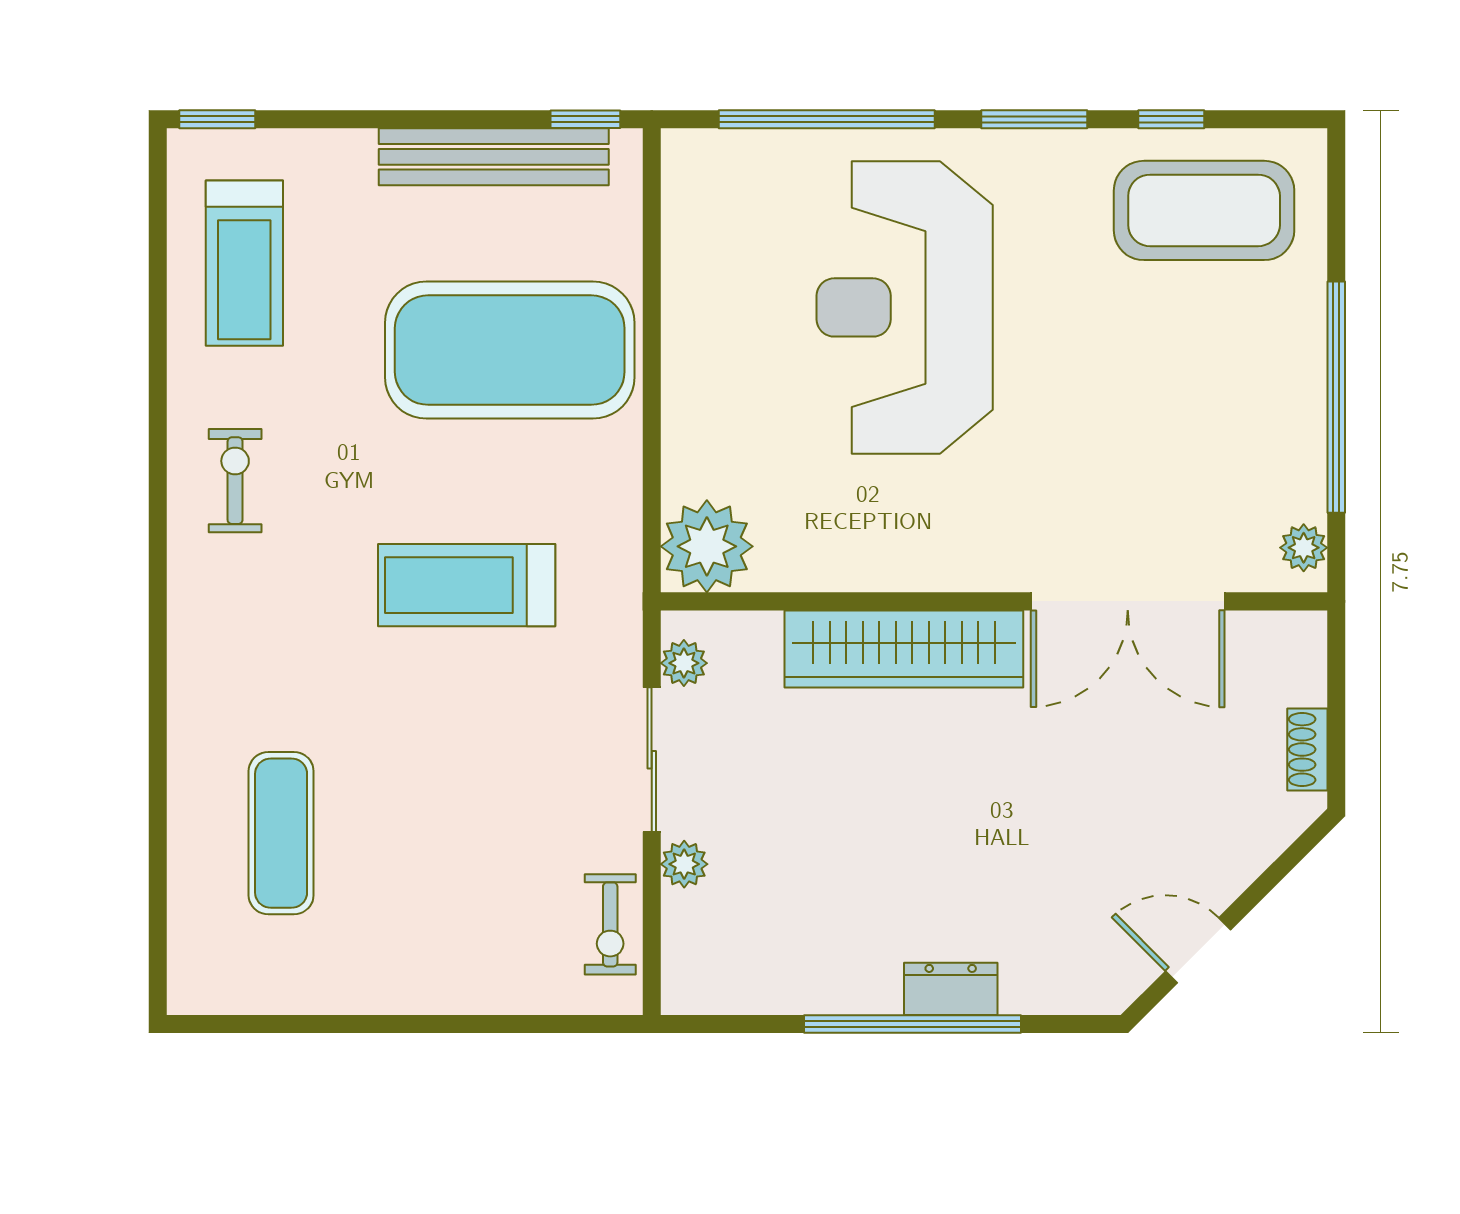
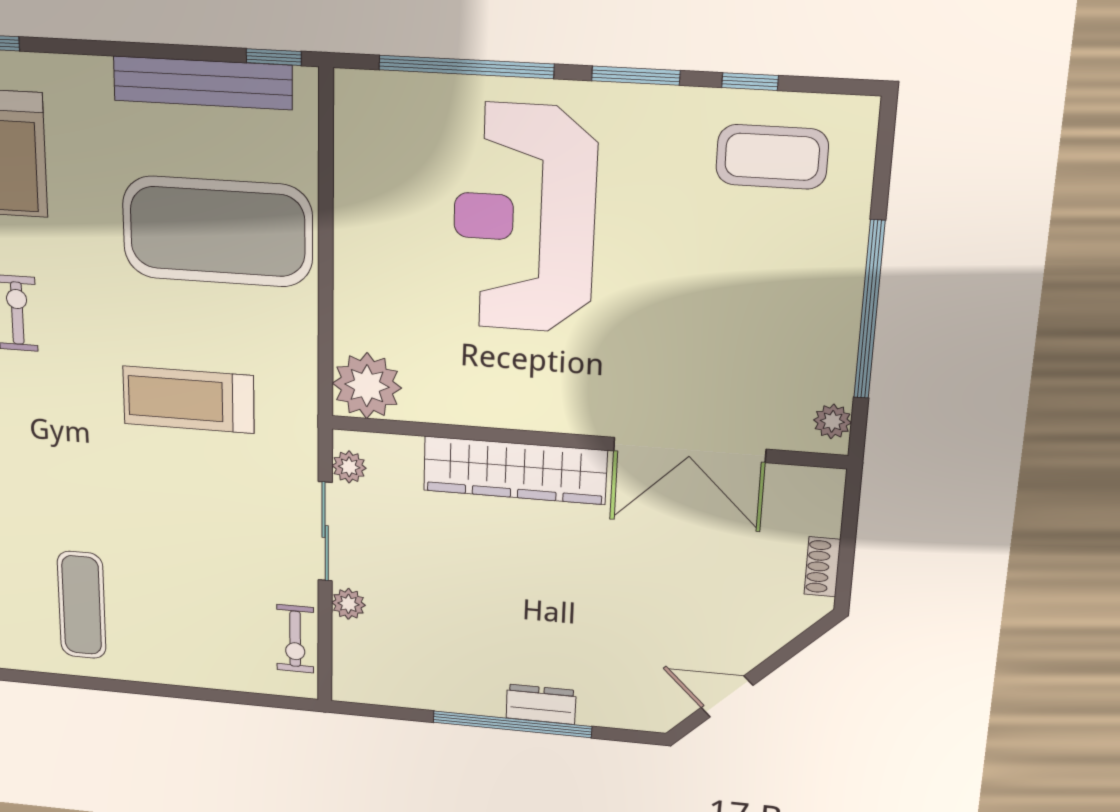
coffee table: (1204, 210) -> (772, 157), width x0.73, depth x0.76
exercise mat: (281, 833) -> (82, 605), moved

